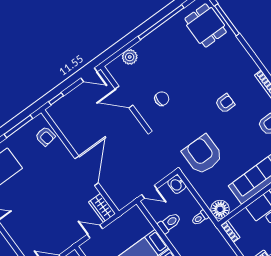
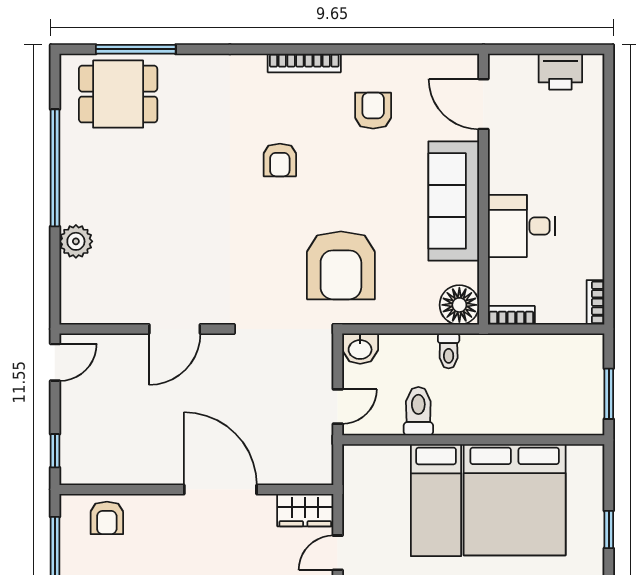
plant: (130, 57) -> (76, 241), moved
door: (124, 97) -> (175, 329), moved
chair: (162, 99) -> (190, 265), removed
armchair: (225, 103) -> (280, 160), turned 180
armchair: (45, 136) -> (107, 518), turned 99
armchair: (203, 155) -> (341, 265), turned -90

